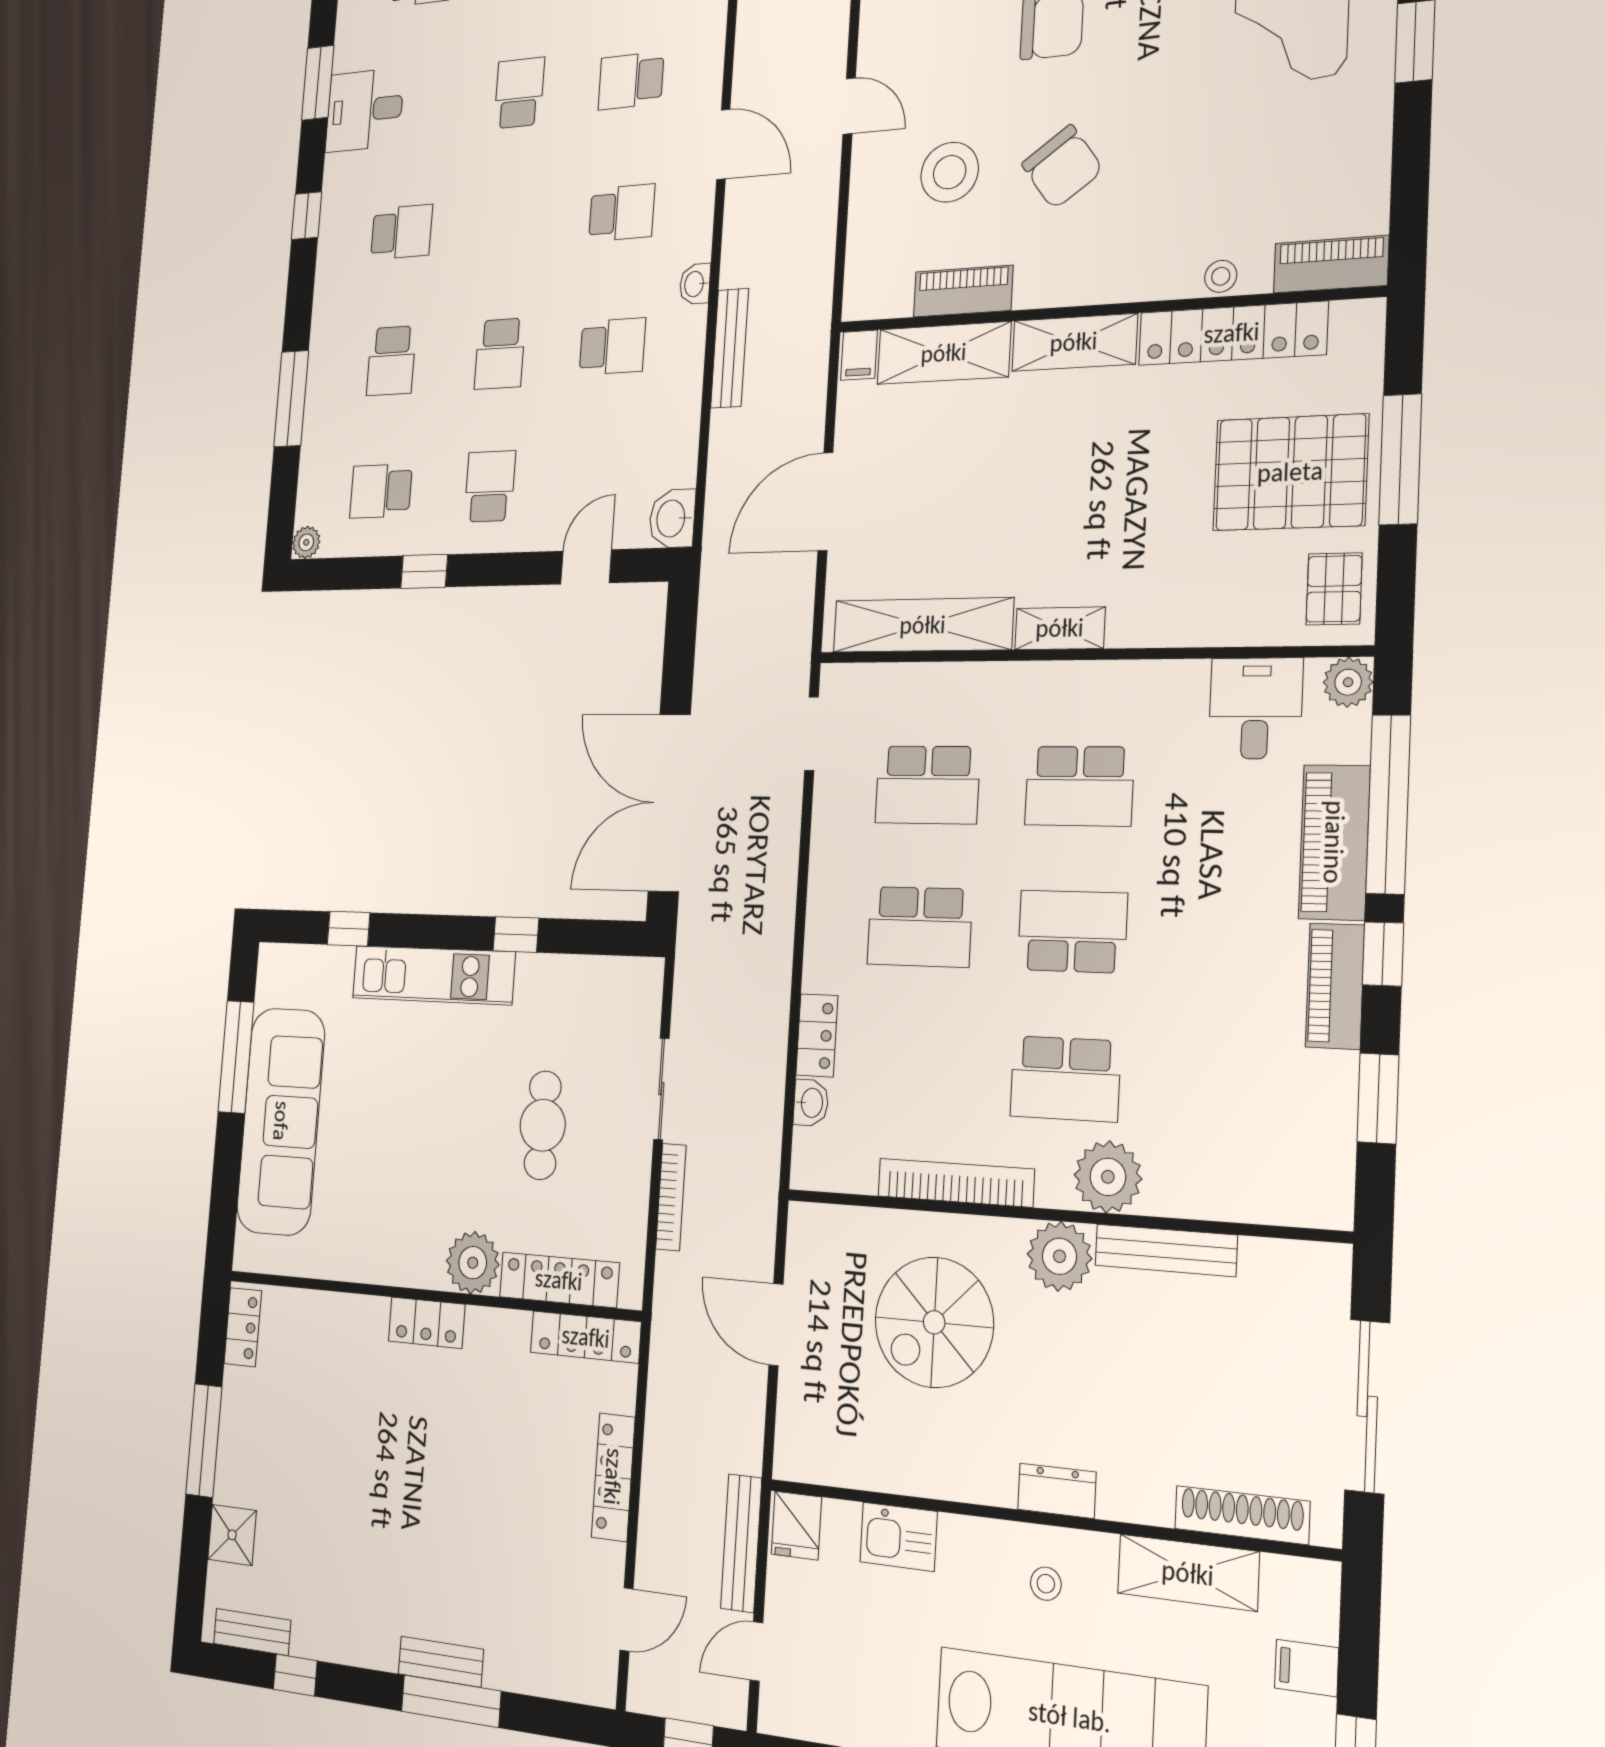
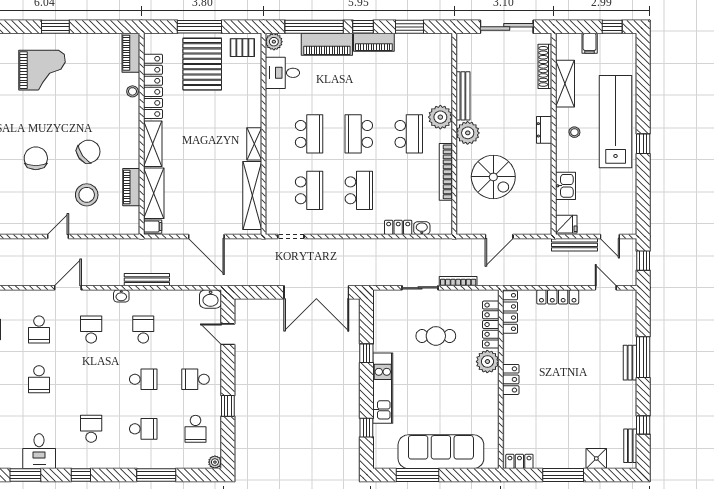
school desk: (519, 93) -> (39, 379), turned -90

